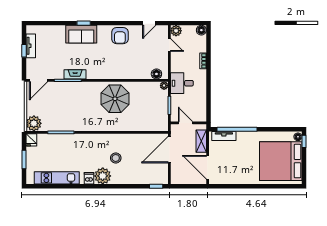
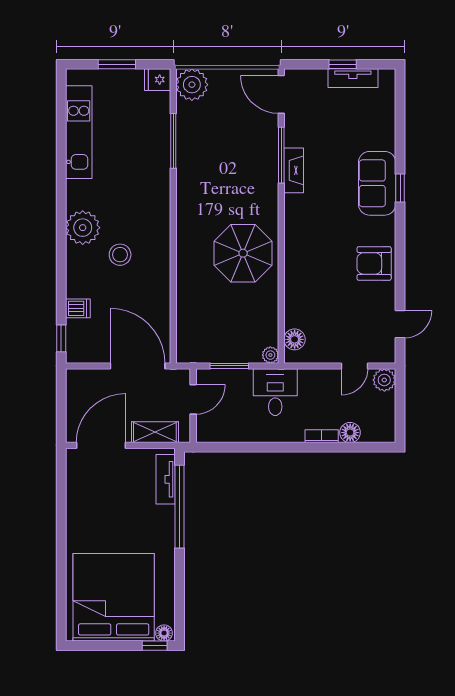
door: (149, 23) -> (400, 324), swing flipped
floor lamp: (201, 30) -> (350, 433), moved
dishwasher: (89, 178) -> (78, 308), moved

